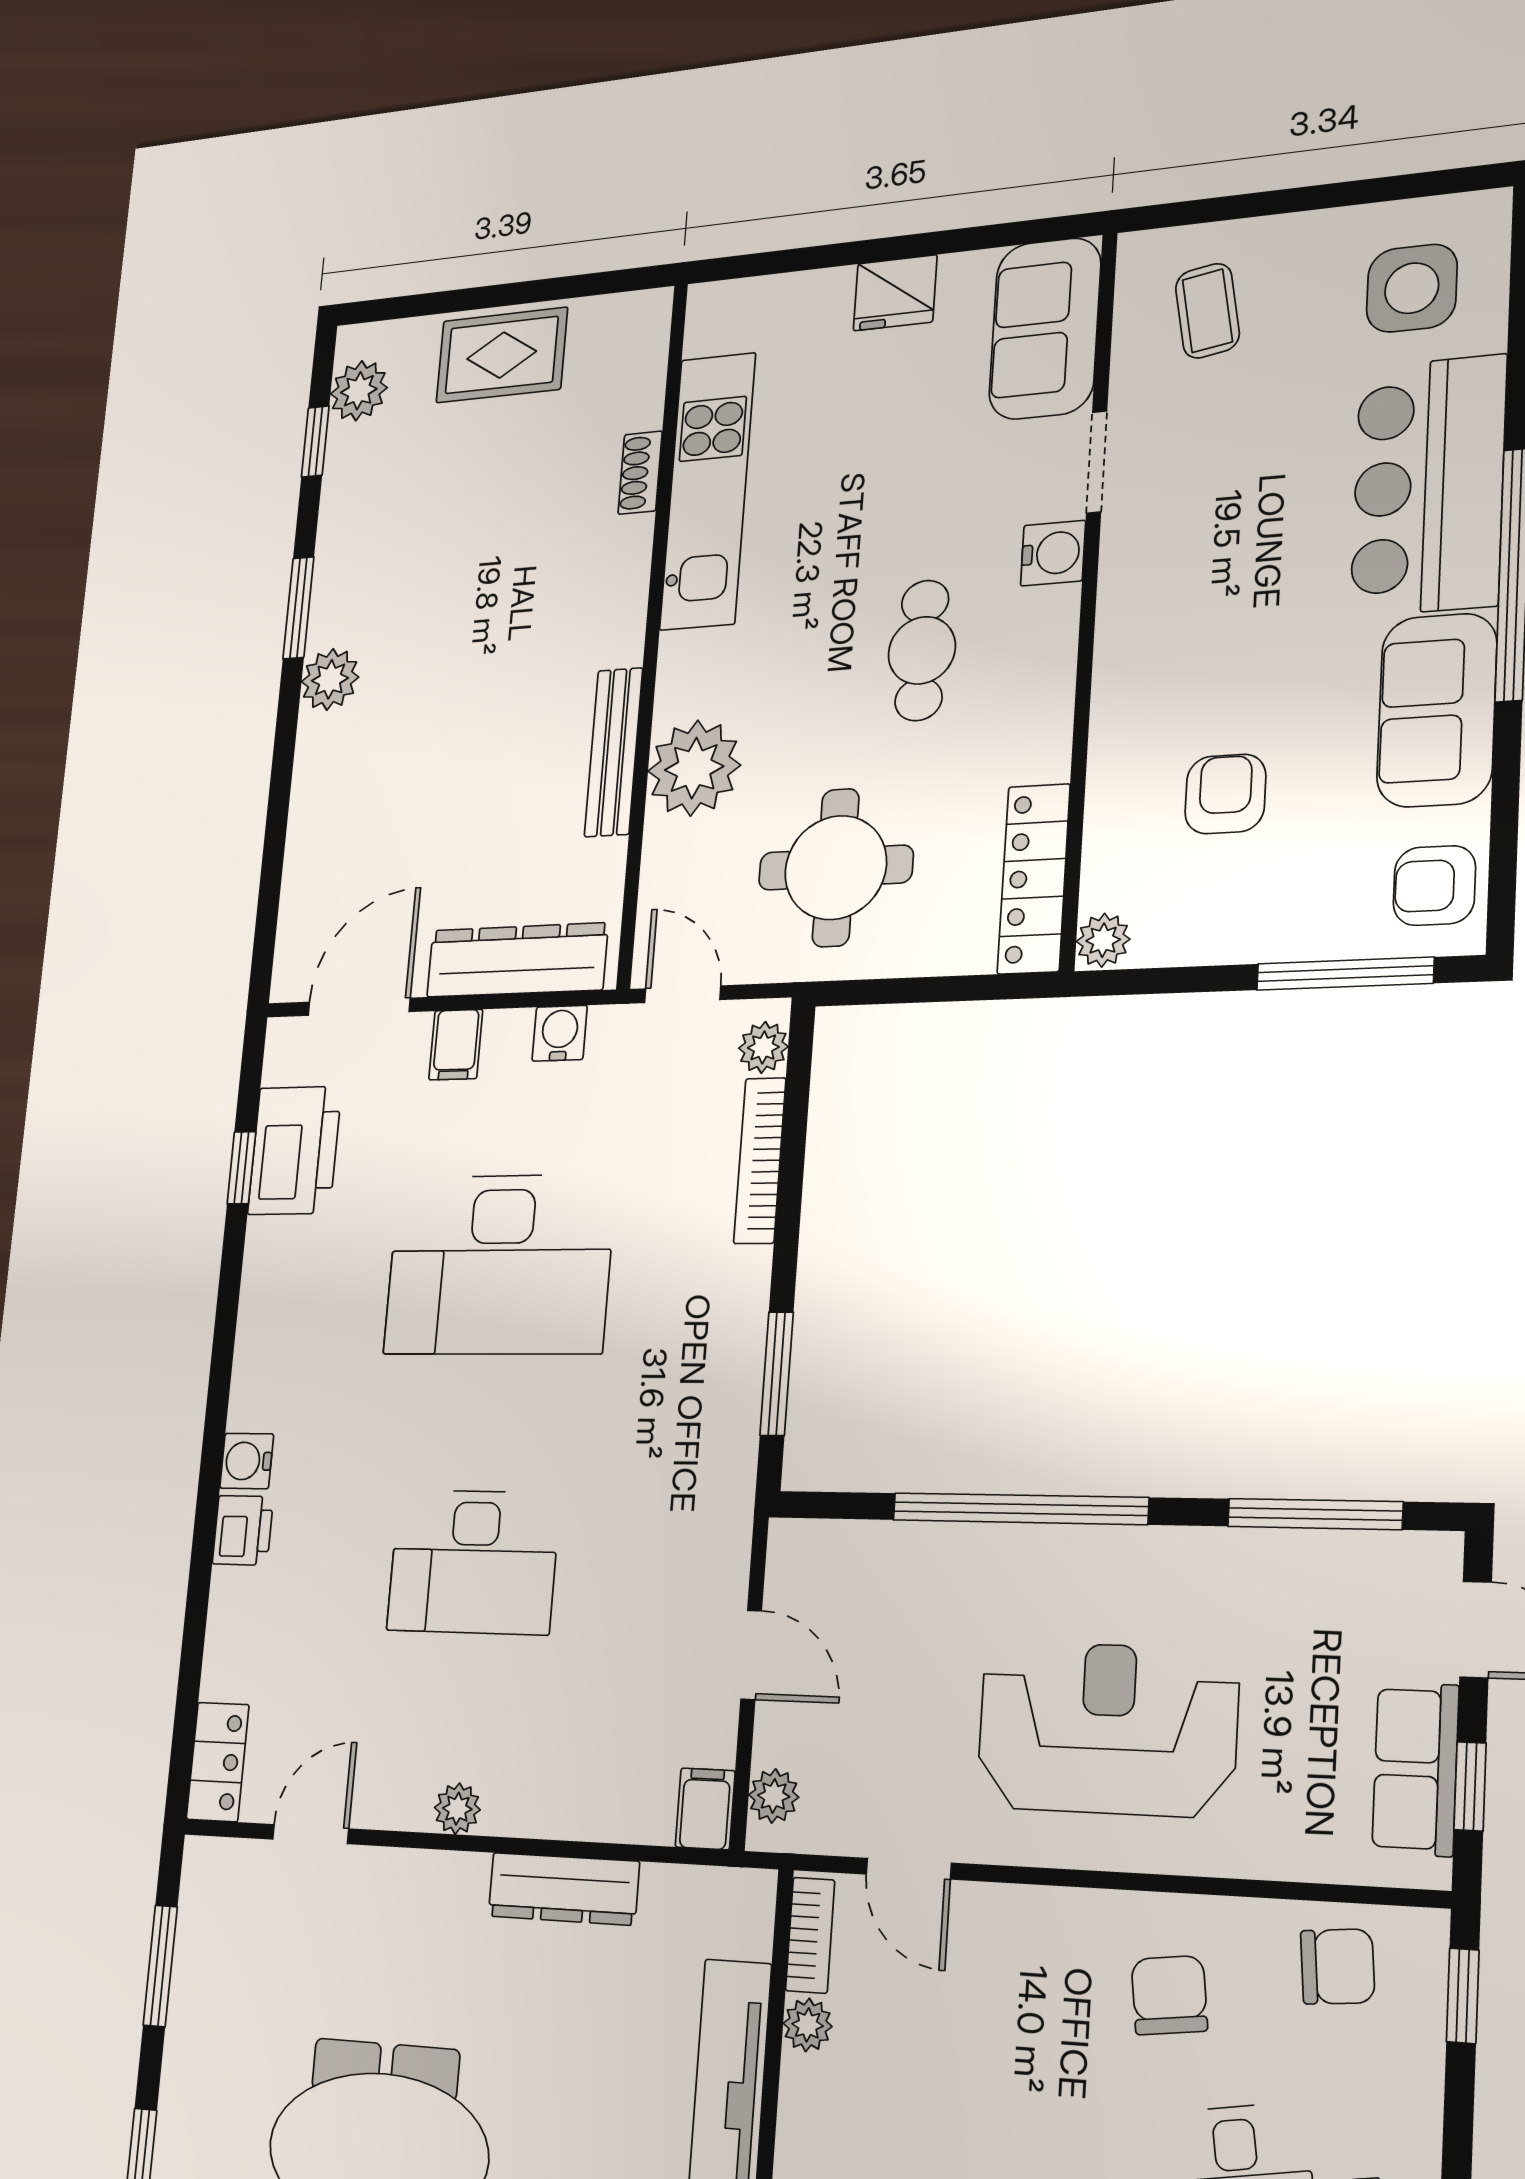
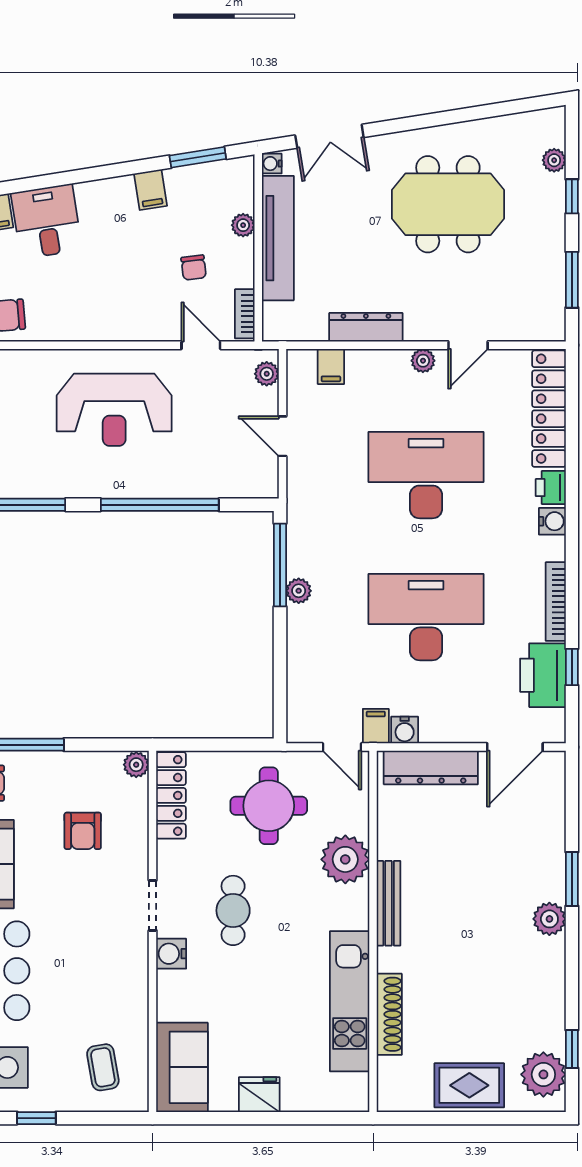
window: (1353, 193) -> (36, 1118), added
plant: (359, 391) -> (543, 1074), width x1.36, depth x1.36
doorway: (1097, 462) -> (153, 905), moved
shoe rack: (640, 473) -> (389, 1014), width x1.94, depth x1.24
window: (298, 608) -> (572, 879), moved
bench: (614, 752) -> (389, 903), moved
filing cabinet: (456, 1045) -> (376, 726), moved
plant: (763, 1047) -> (299, 591), moved
bookcase: (760, 1161) -> (556, 602), moved, turned 180
window: (777, 1374) -> (280, 565), width x1.44
desk: (473, 1562) -> (426, 475), width x1.36, depth x1.30
locker: (218, 1762) -> (549, 409), width x2.16, depth x1.21
filing cabinet: (705, 1809) -> (331, 366), moved
door: (311, 1834) -> (468, 345), moved
chair: (1169, 1995) -> (194, 268), moved, width x0.73, depth x0.73
plant: (808, 2025) -> (243, 225), moved

